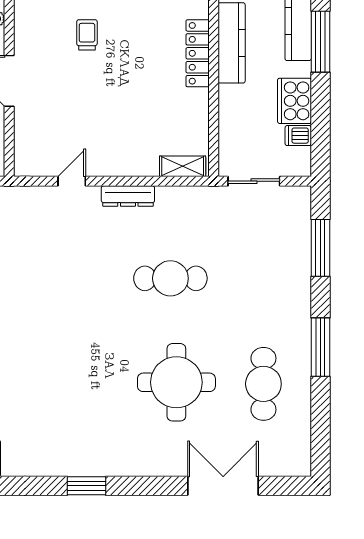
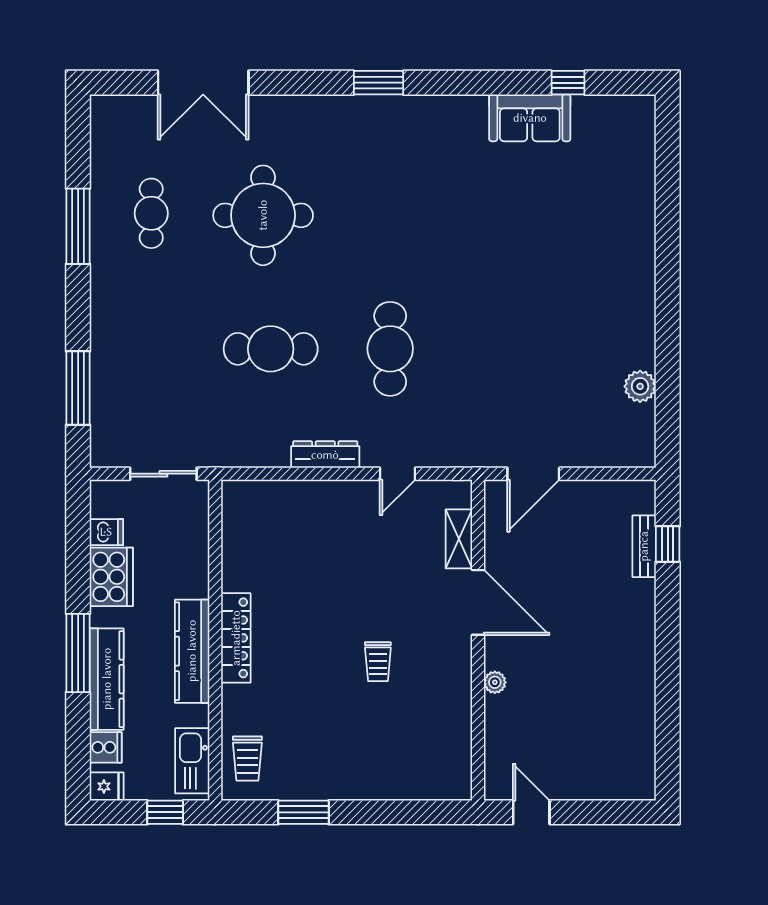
shelving: (183, 166) -> (459, 539), moved, turned 90
cafe table: (77, 278) -> (390, 349), added
window: (320, 347) -> (78, 226), moved
cafe table: (263, 384) -> (151, 213), width x0.73, depth x0.74

